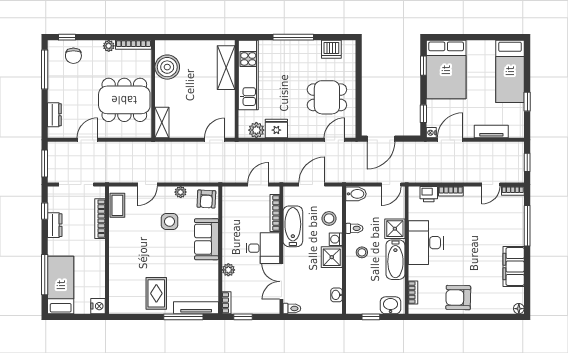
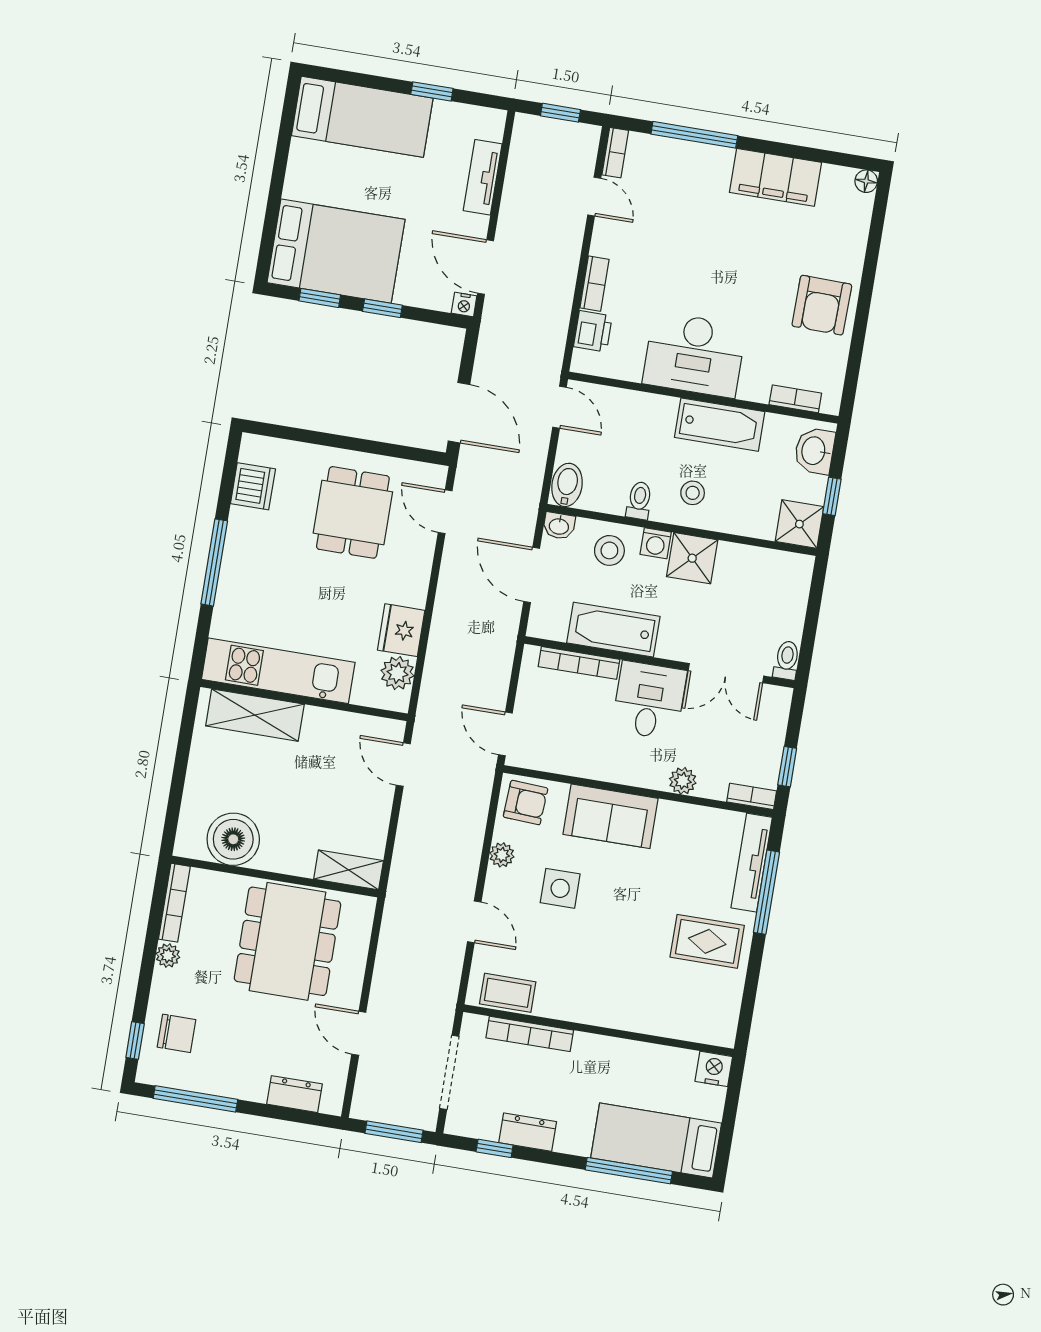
window: (423, 114) -> (382, 308), moved
door: (258, 184) -> (505, 734), moved
shower: (395, 229) -> (799, 524), moved
washbasin: (336, 295) -> (559, 526), moved

